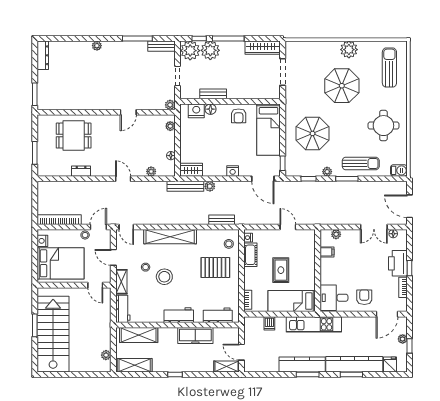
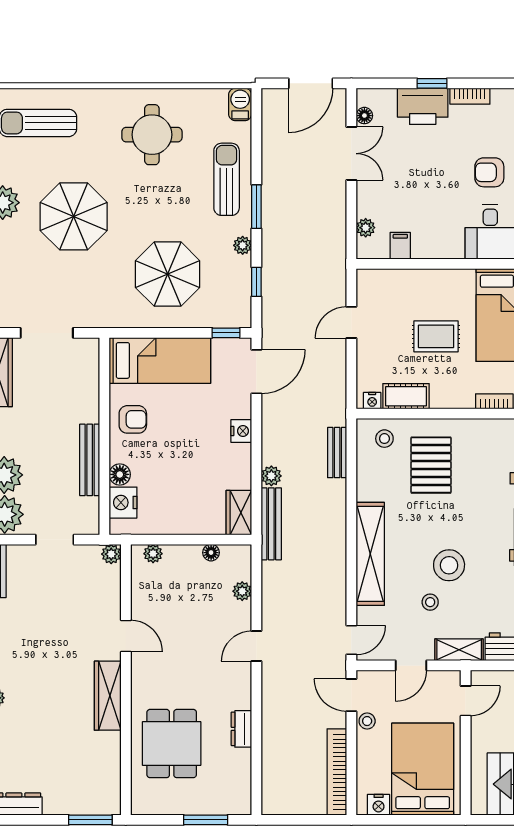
bench: (213, 94) -> (90, 460), width x1.36
wardrobe: (98, 103) -> (108, 696), added

